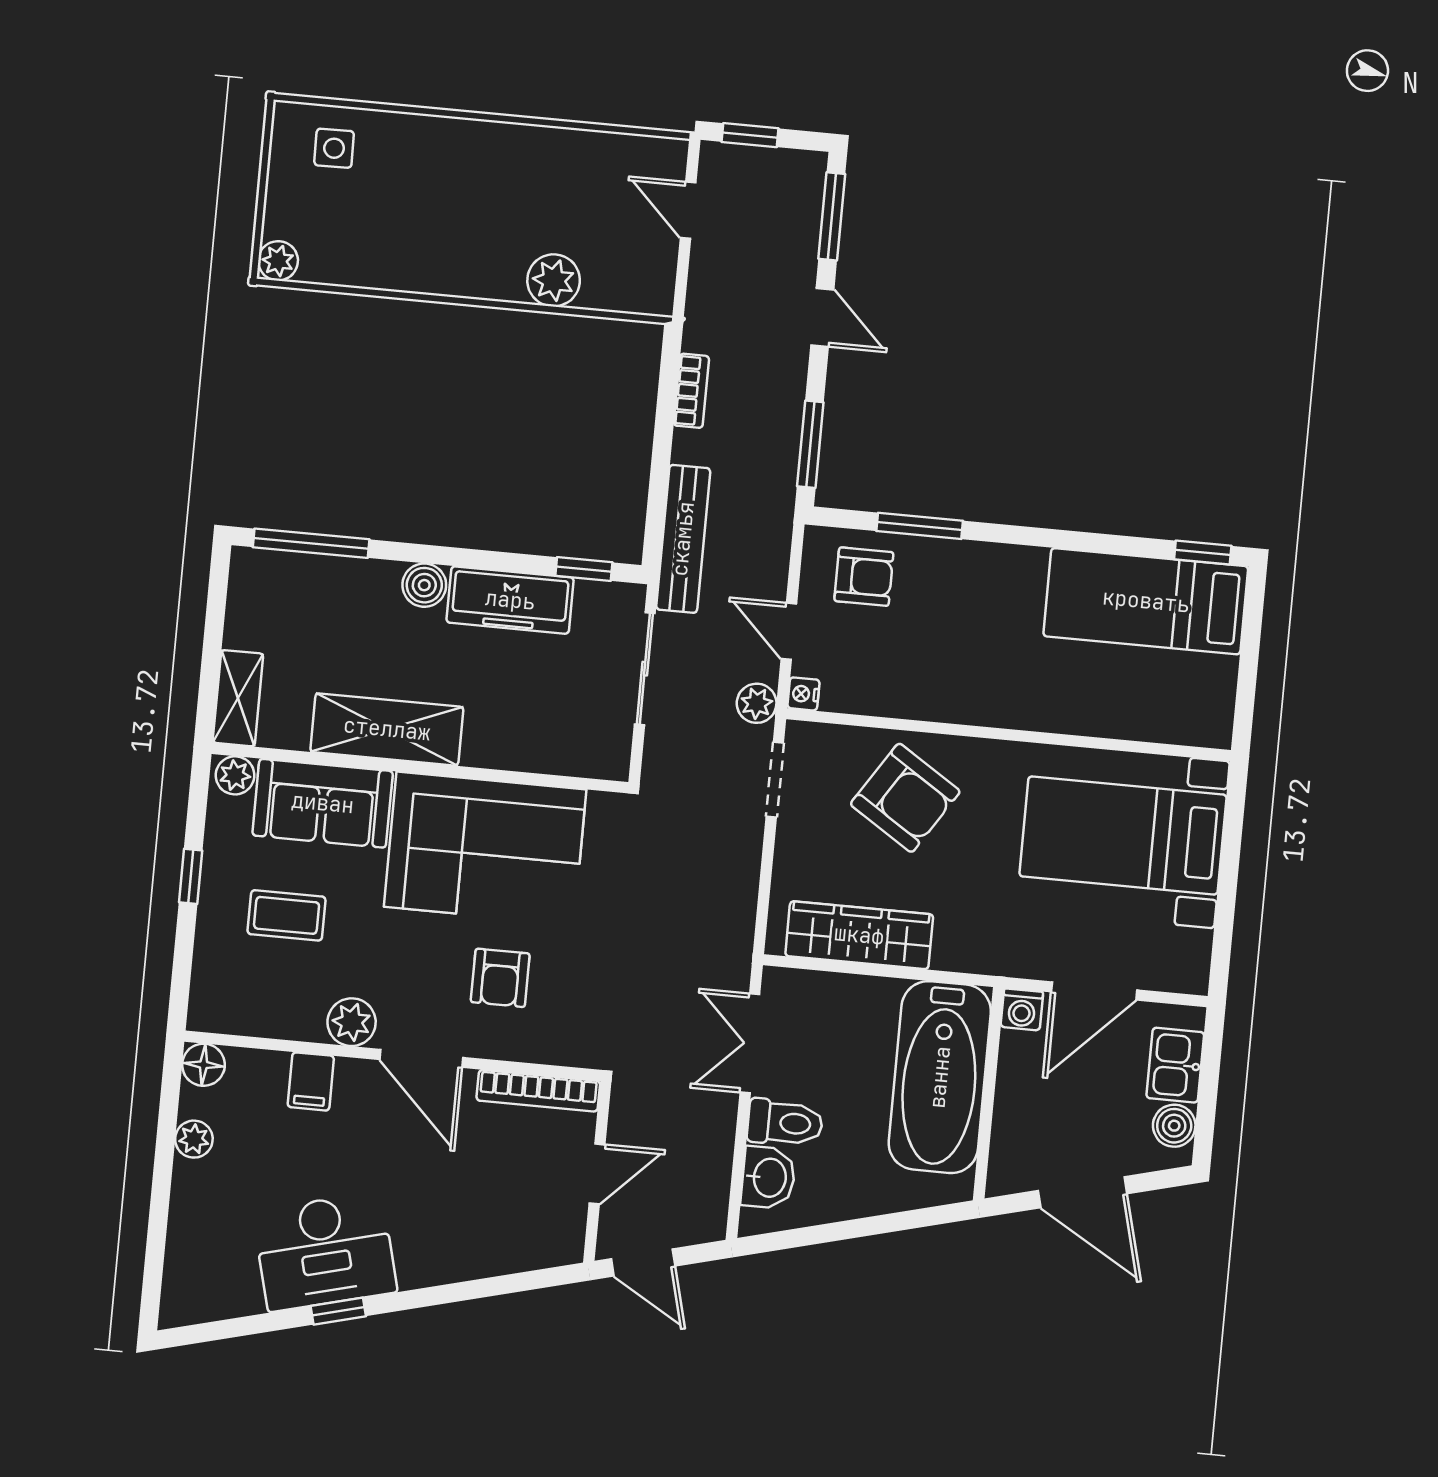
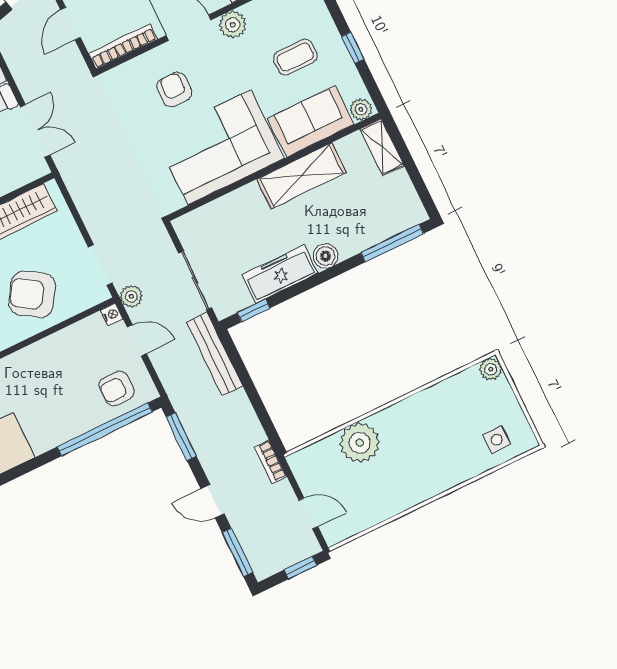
plant: (554, 280) -> (360, 443), width x1.36, depth x1.36
bookcase: (691, 391) -> (271, 462), moved
window: (920, 526) -> (105, 429), width x2.11

